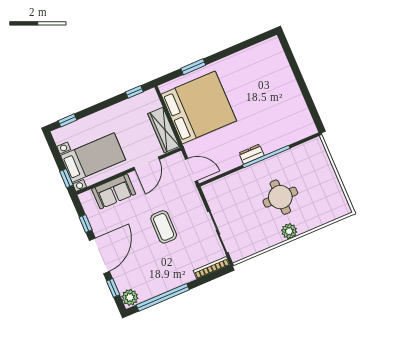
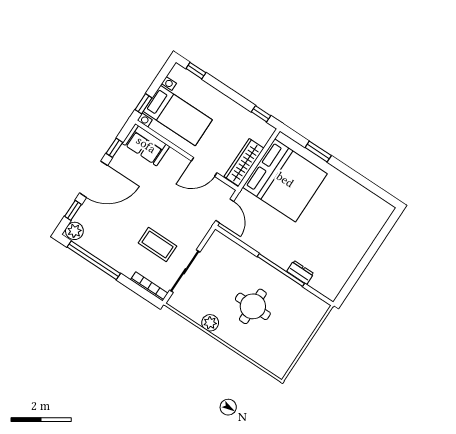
dresser: (252, 154) -> (300, 272), moved
sofa: (114, 191) -> (146, 145), moved
coffee table: (164, 227) -> (157, 244), moved, turned 90
plant: (289, 231) -> (210, 323), moved

